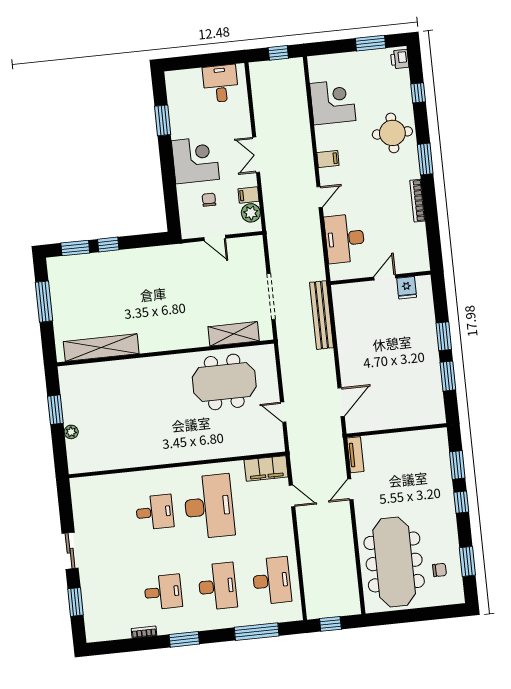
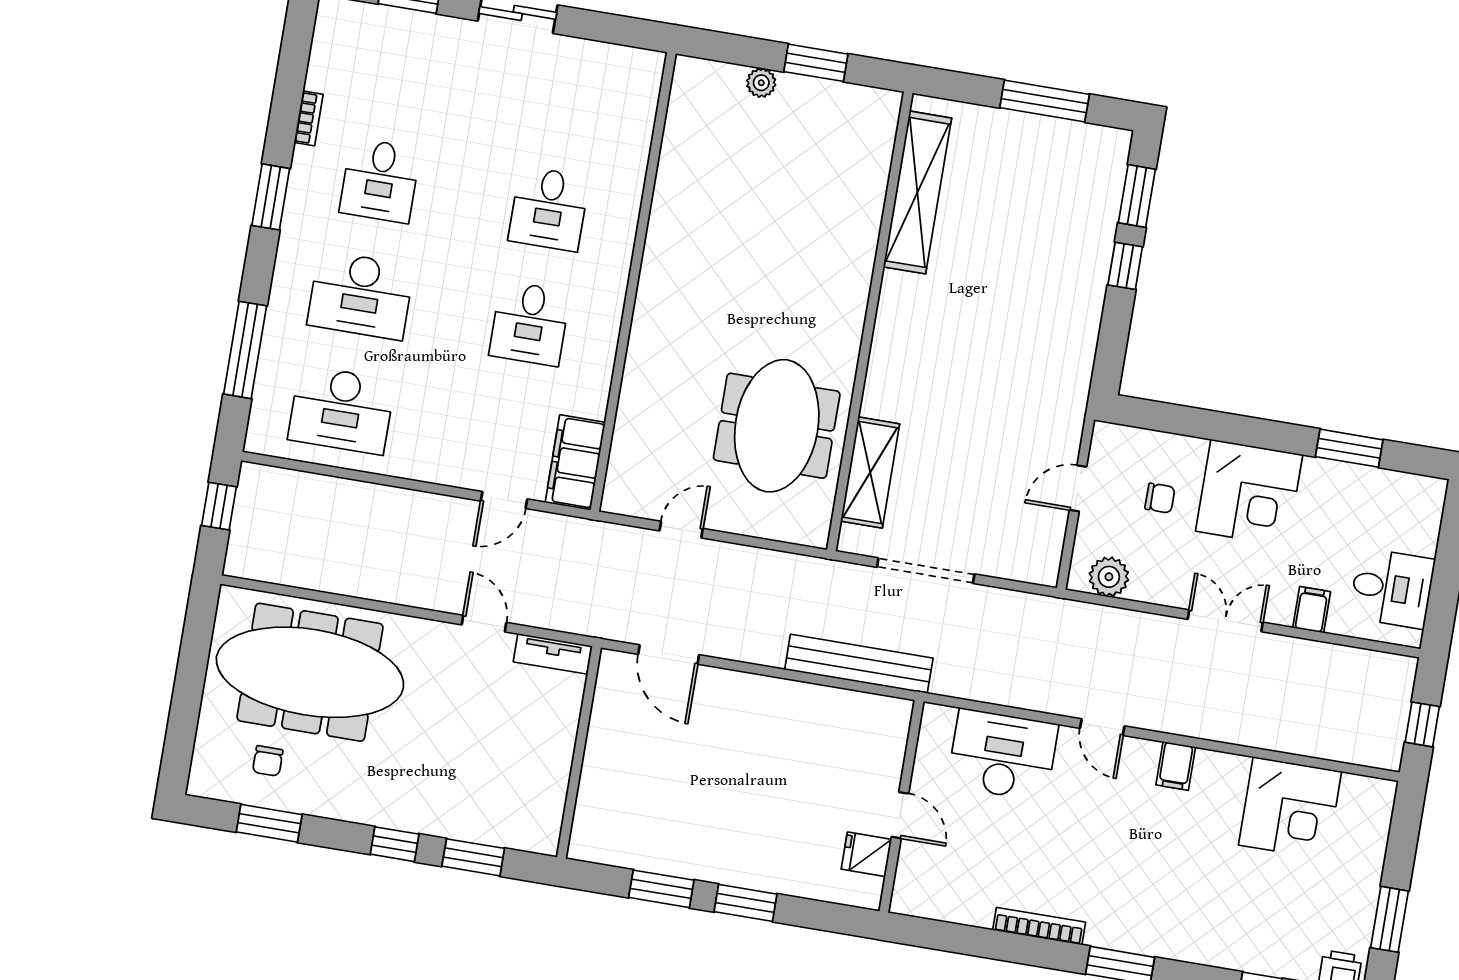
round table: (392, 133) -> (1193, 913), removed
filing cabinet: (248, 195) -> (1312, 610), moved
desk: (209, 506) -> (530, 324), width x0.53, depth x0.77

